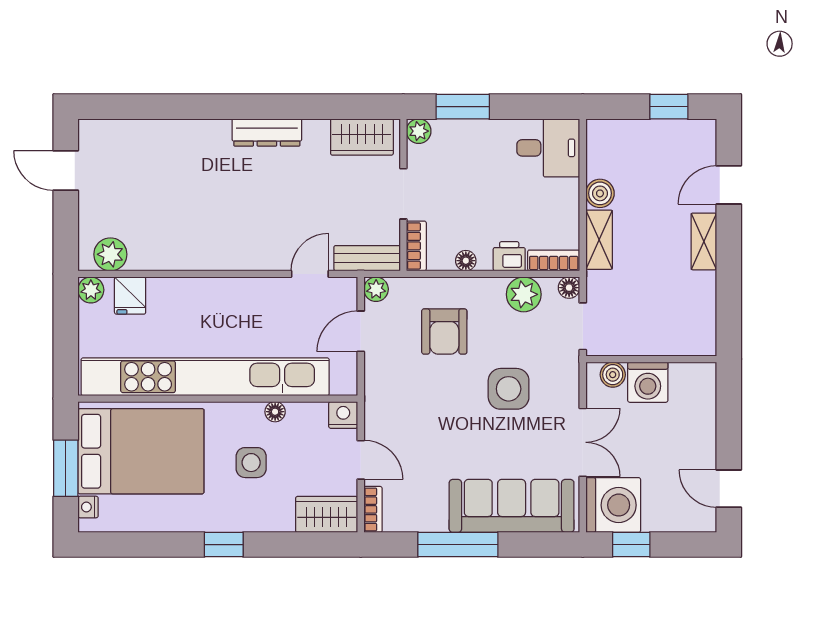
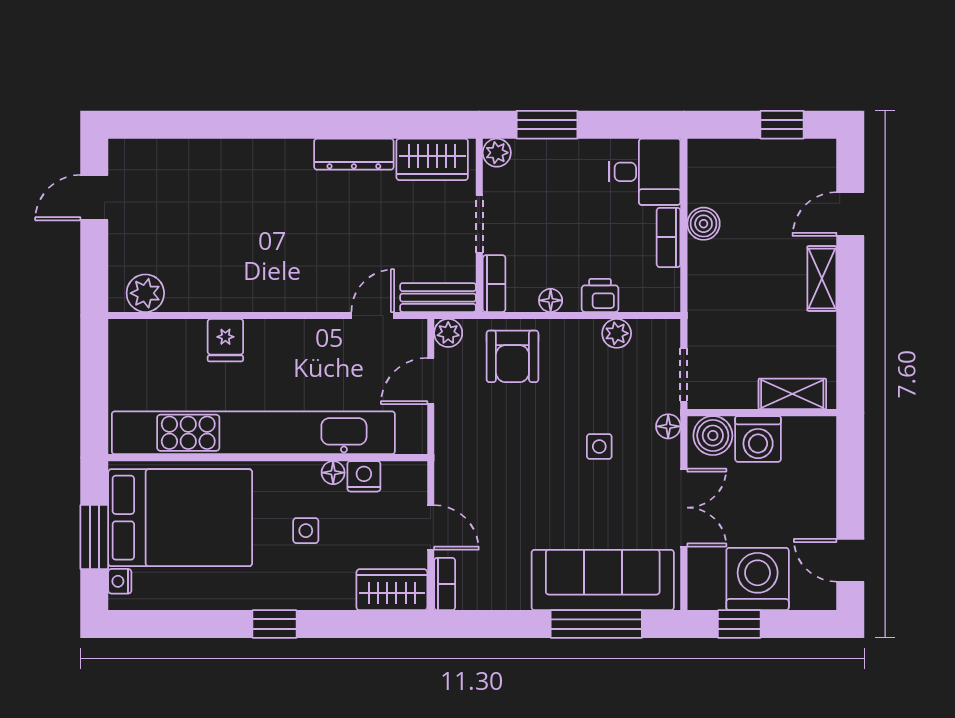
dresser: (267, 132) -> (354, 154), moved
door: (66, 170) -> (94, 198), hinge flipped
shelving: (599, 240) -> (792, 394), moved, turned 90
bookcase: (554, 260) -> (669, 237), moved, turned -90
floor lamp: (569, 288) -> (668, 426), moved
plant: (91, 290) -> (123, 334), removed
plant: (524, 294) -> (617, 333), width x0.73, depth x0.73
fridge: (130, 296) -> (225, 340), moved
armchair: (444, 332) -> (512, 356), moved
boiler: (613, 375) -> (713, 436), width x1.36, depth x1.36
side table: (509, 389) -> (599, 447), width x0.54, depth x0.54
nightstand: (343, 415) -> (364, 476), moved
side table: (251, 463) -> (306, 531), width x0.73, depth x0.73
washing machine: (613, 505) -> (758, 579), moved, turned -90
window: (458, 545) -> (596, 624), moved

